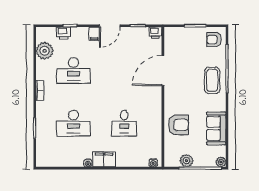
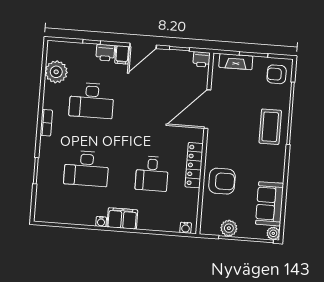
fireplace: (182, 32) -> (236, 62), added
printer: (64, 33) -> (105, 53), moved
locker: (156, 114) -> (194, 165), added
sofa: (216, 128) -> (270, 204), moved

